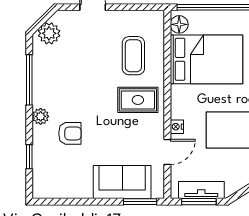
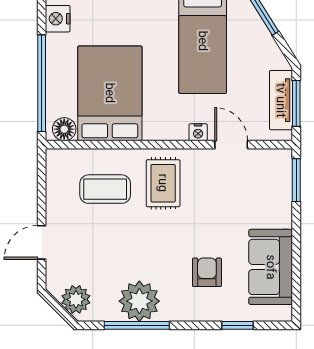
plant: (41, 116) -> (139, 301), moved, width x1.87, depth x1.87
sofa: (122, 182) -> (271, 267), moved

